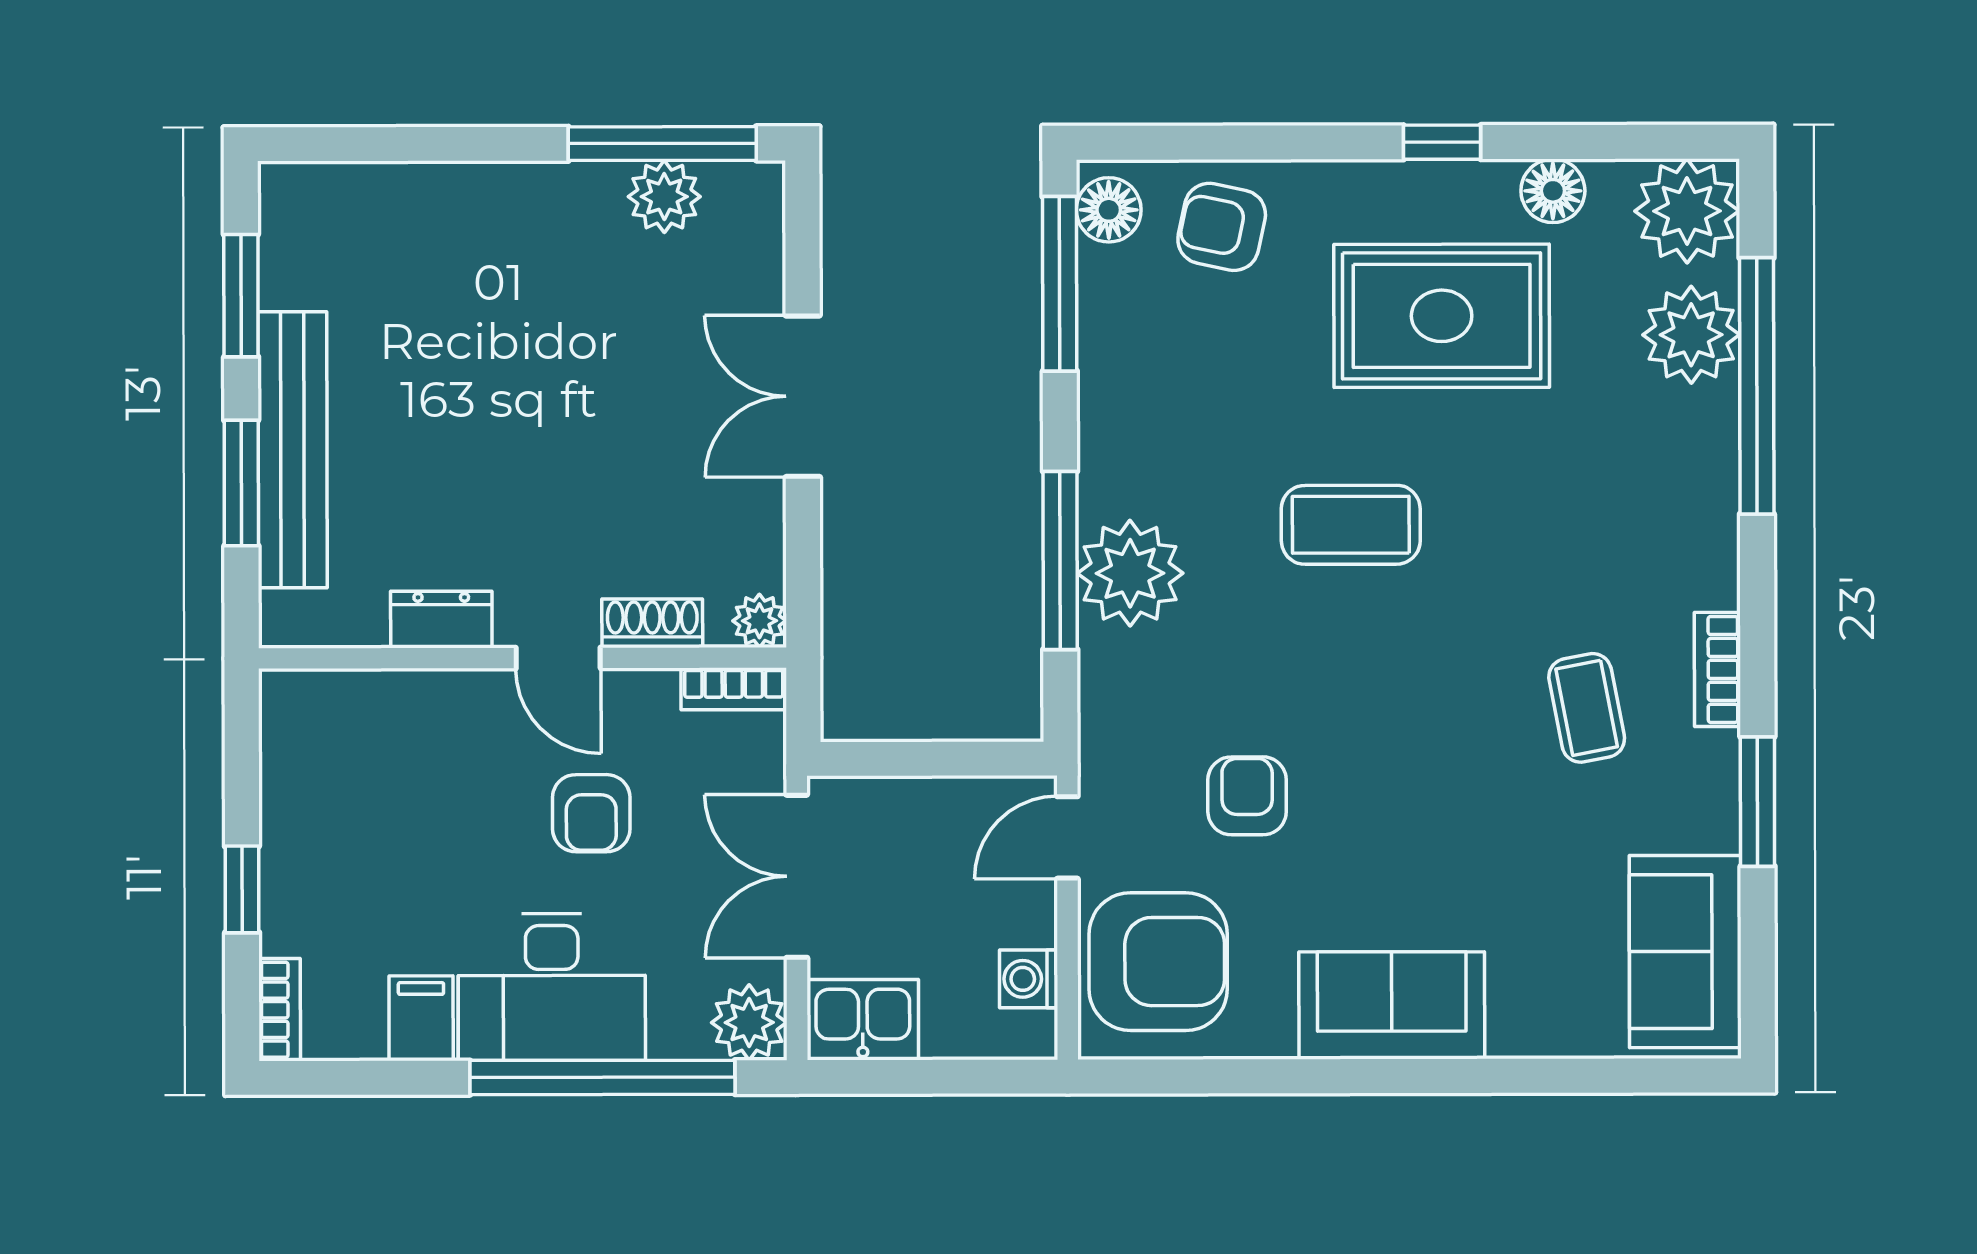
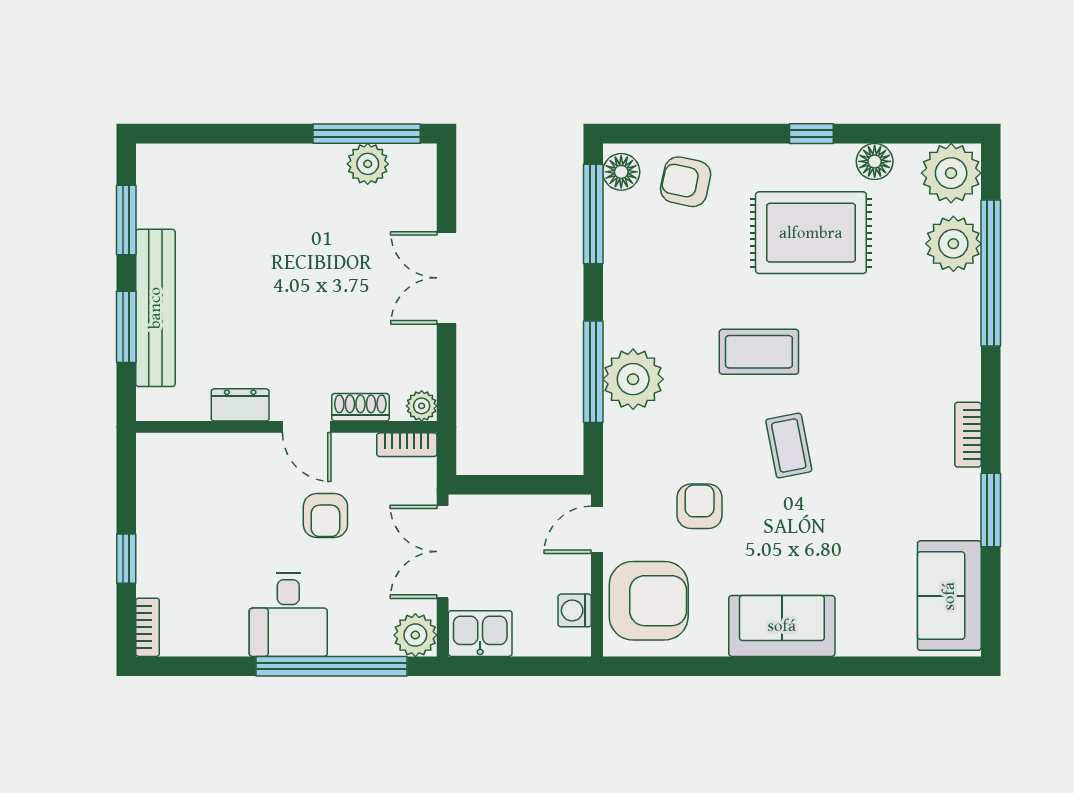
coffee table: (1587, 708) -> (789, 446), moved
desk: (552, 987) -> (288, 615), width x0.73
filing cabinet: (421, 1018) -> (228, 632), removed

